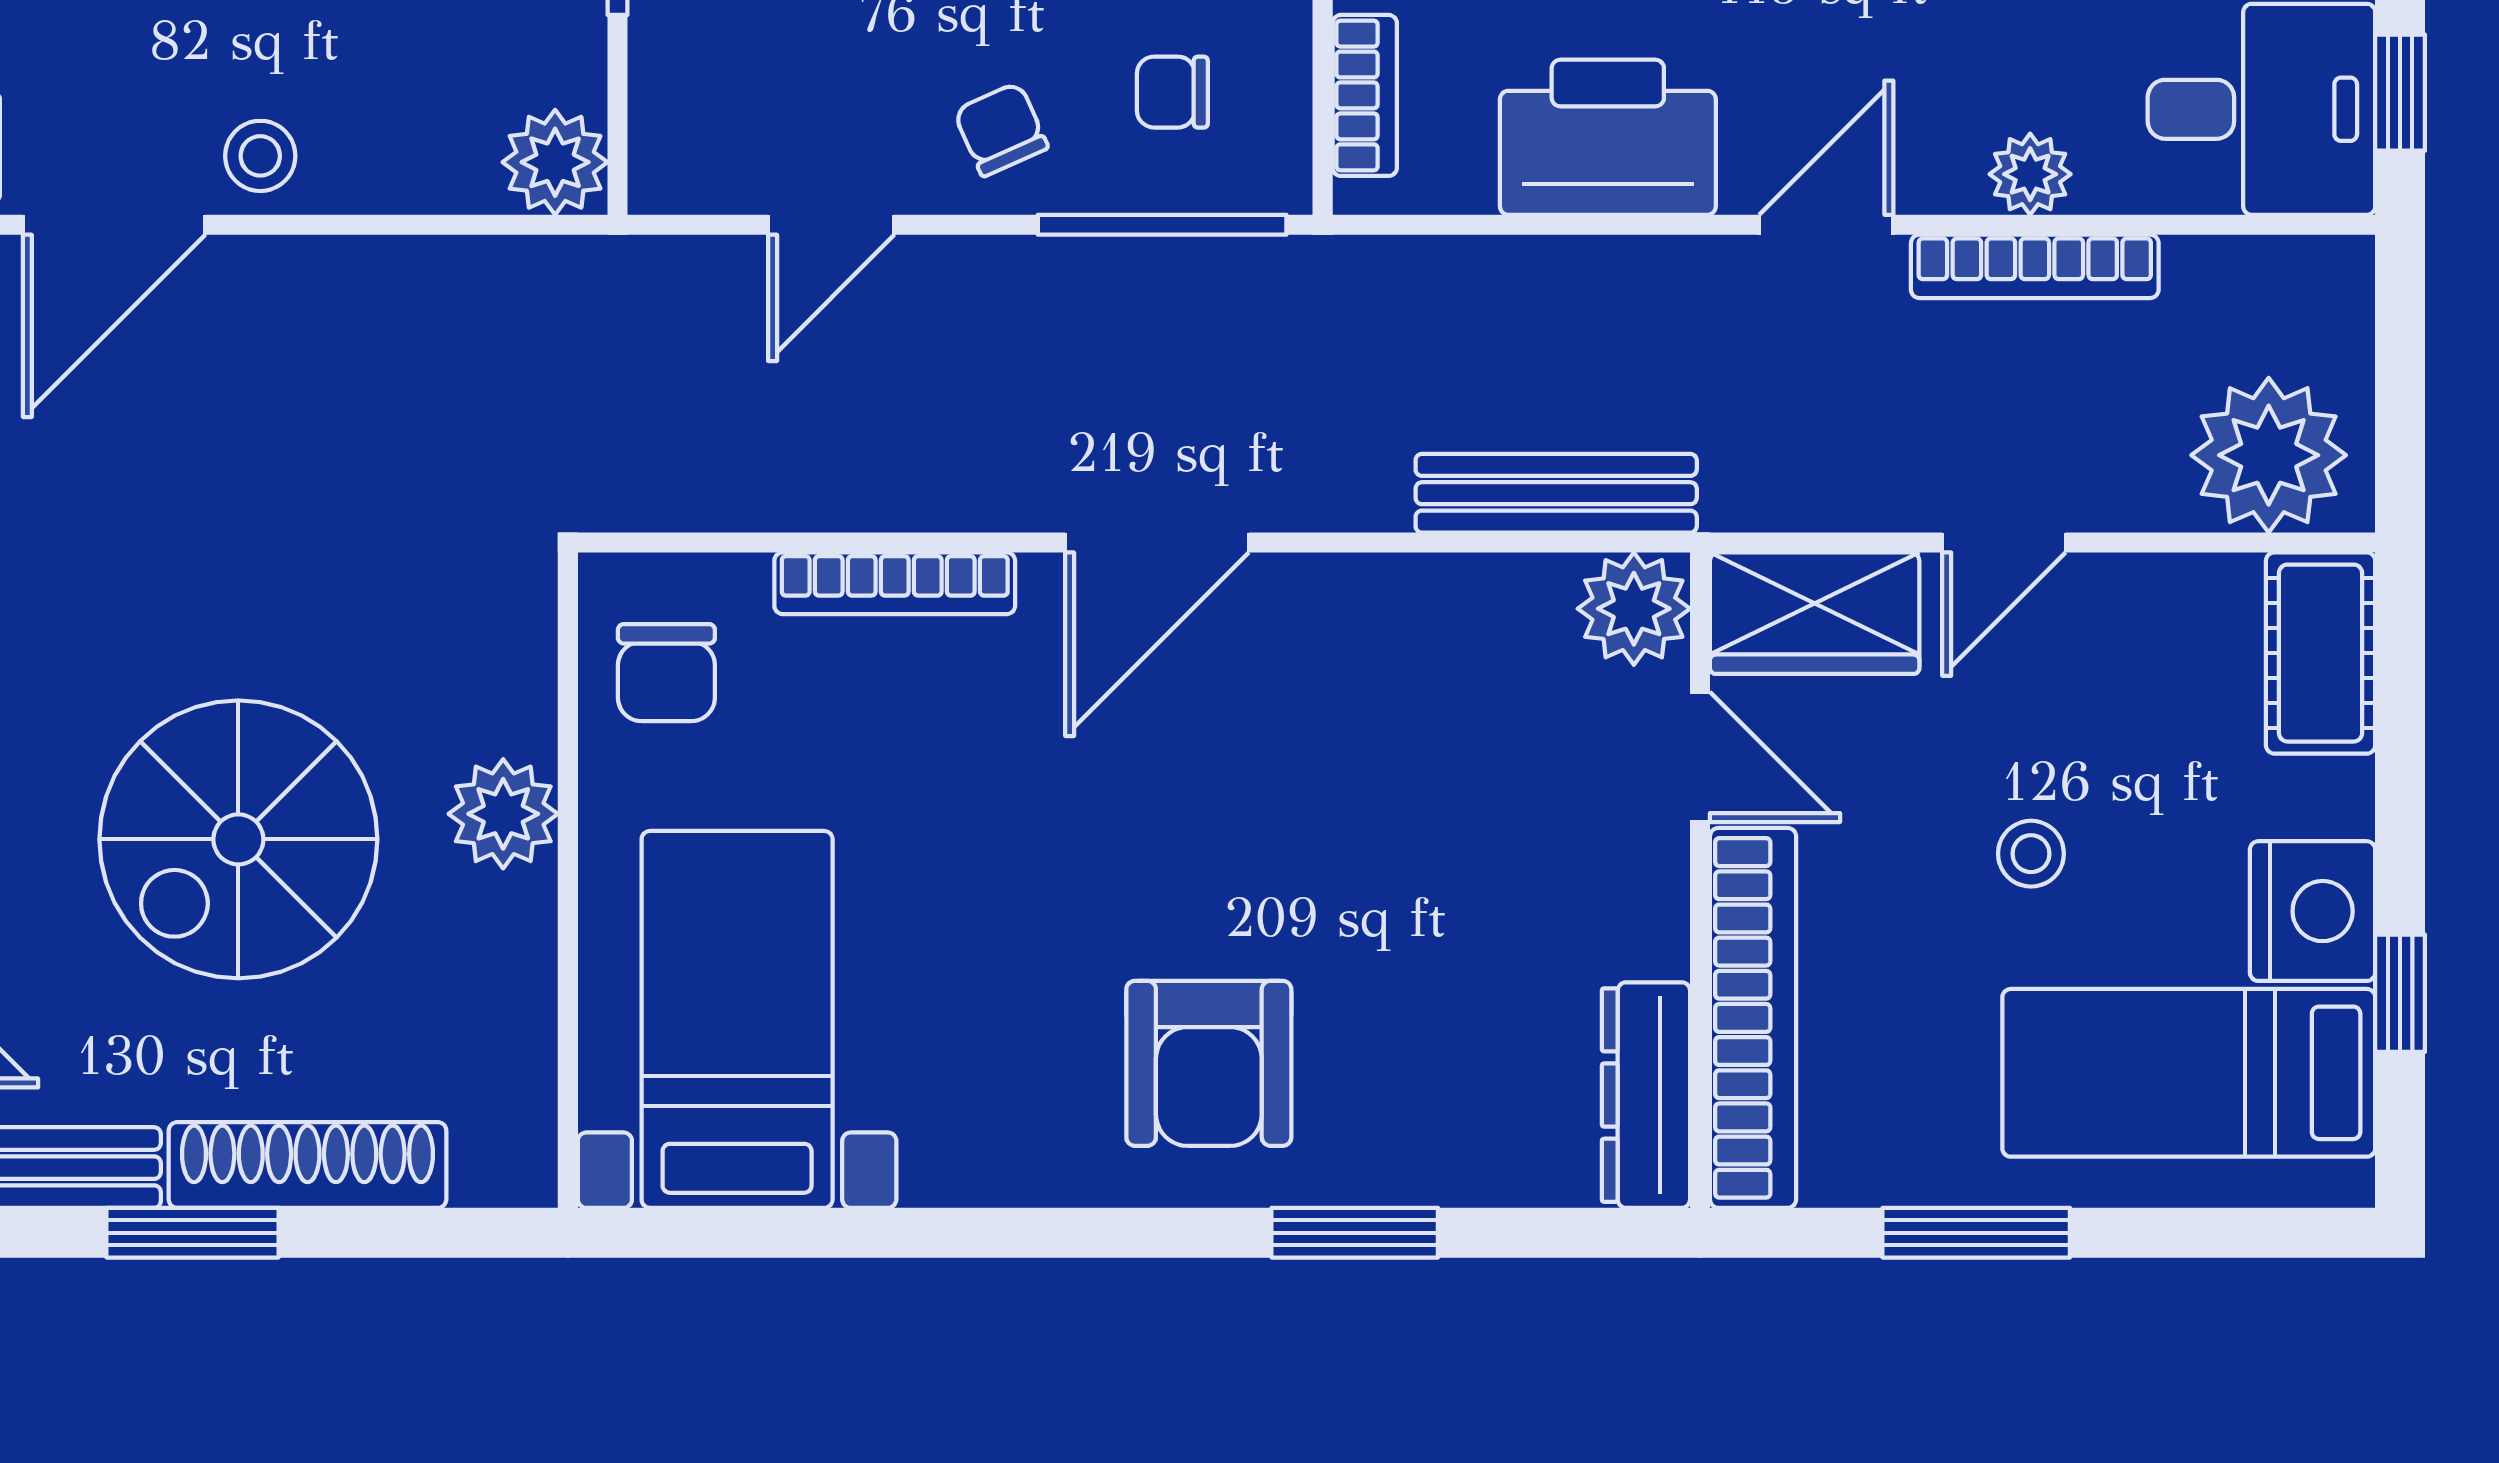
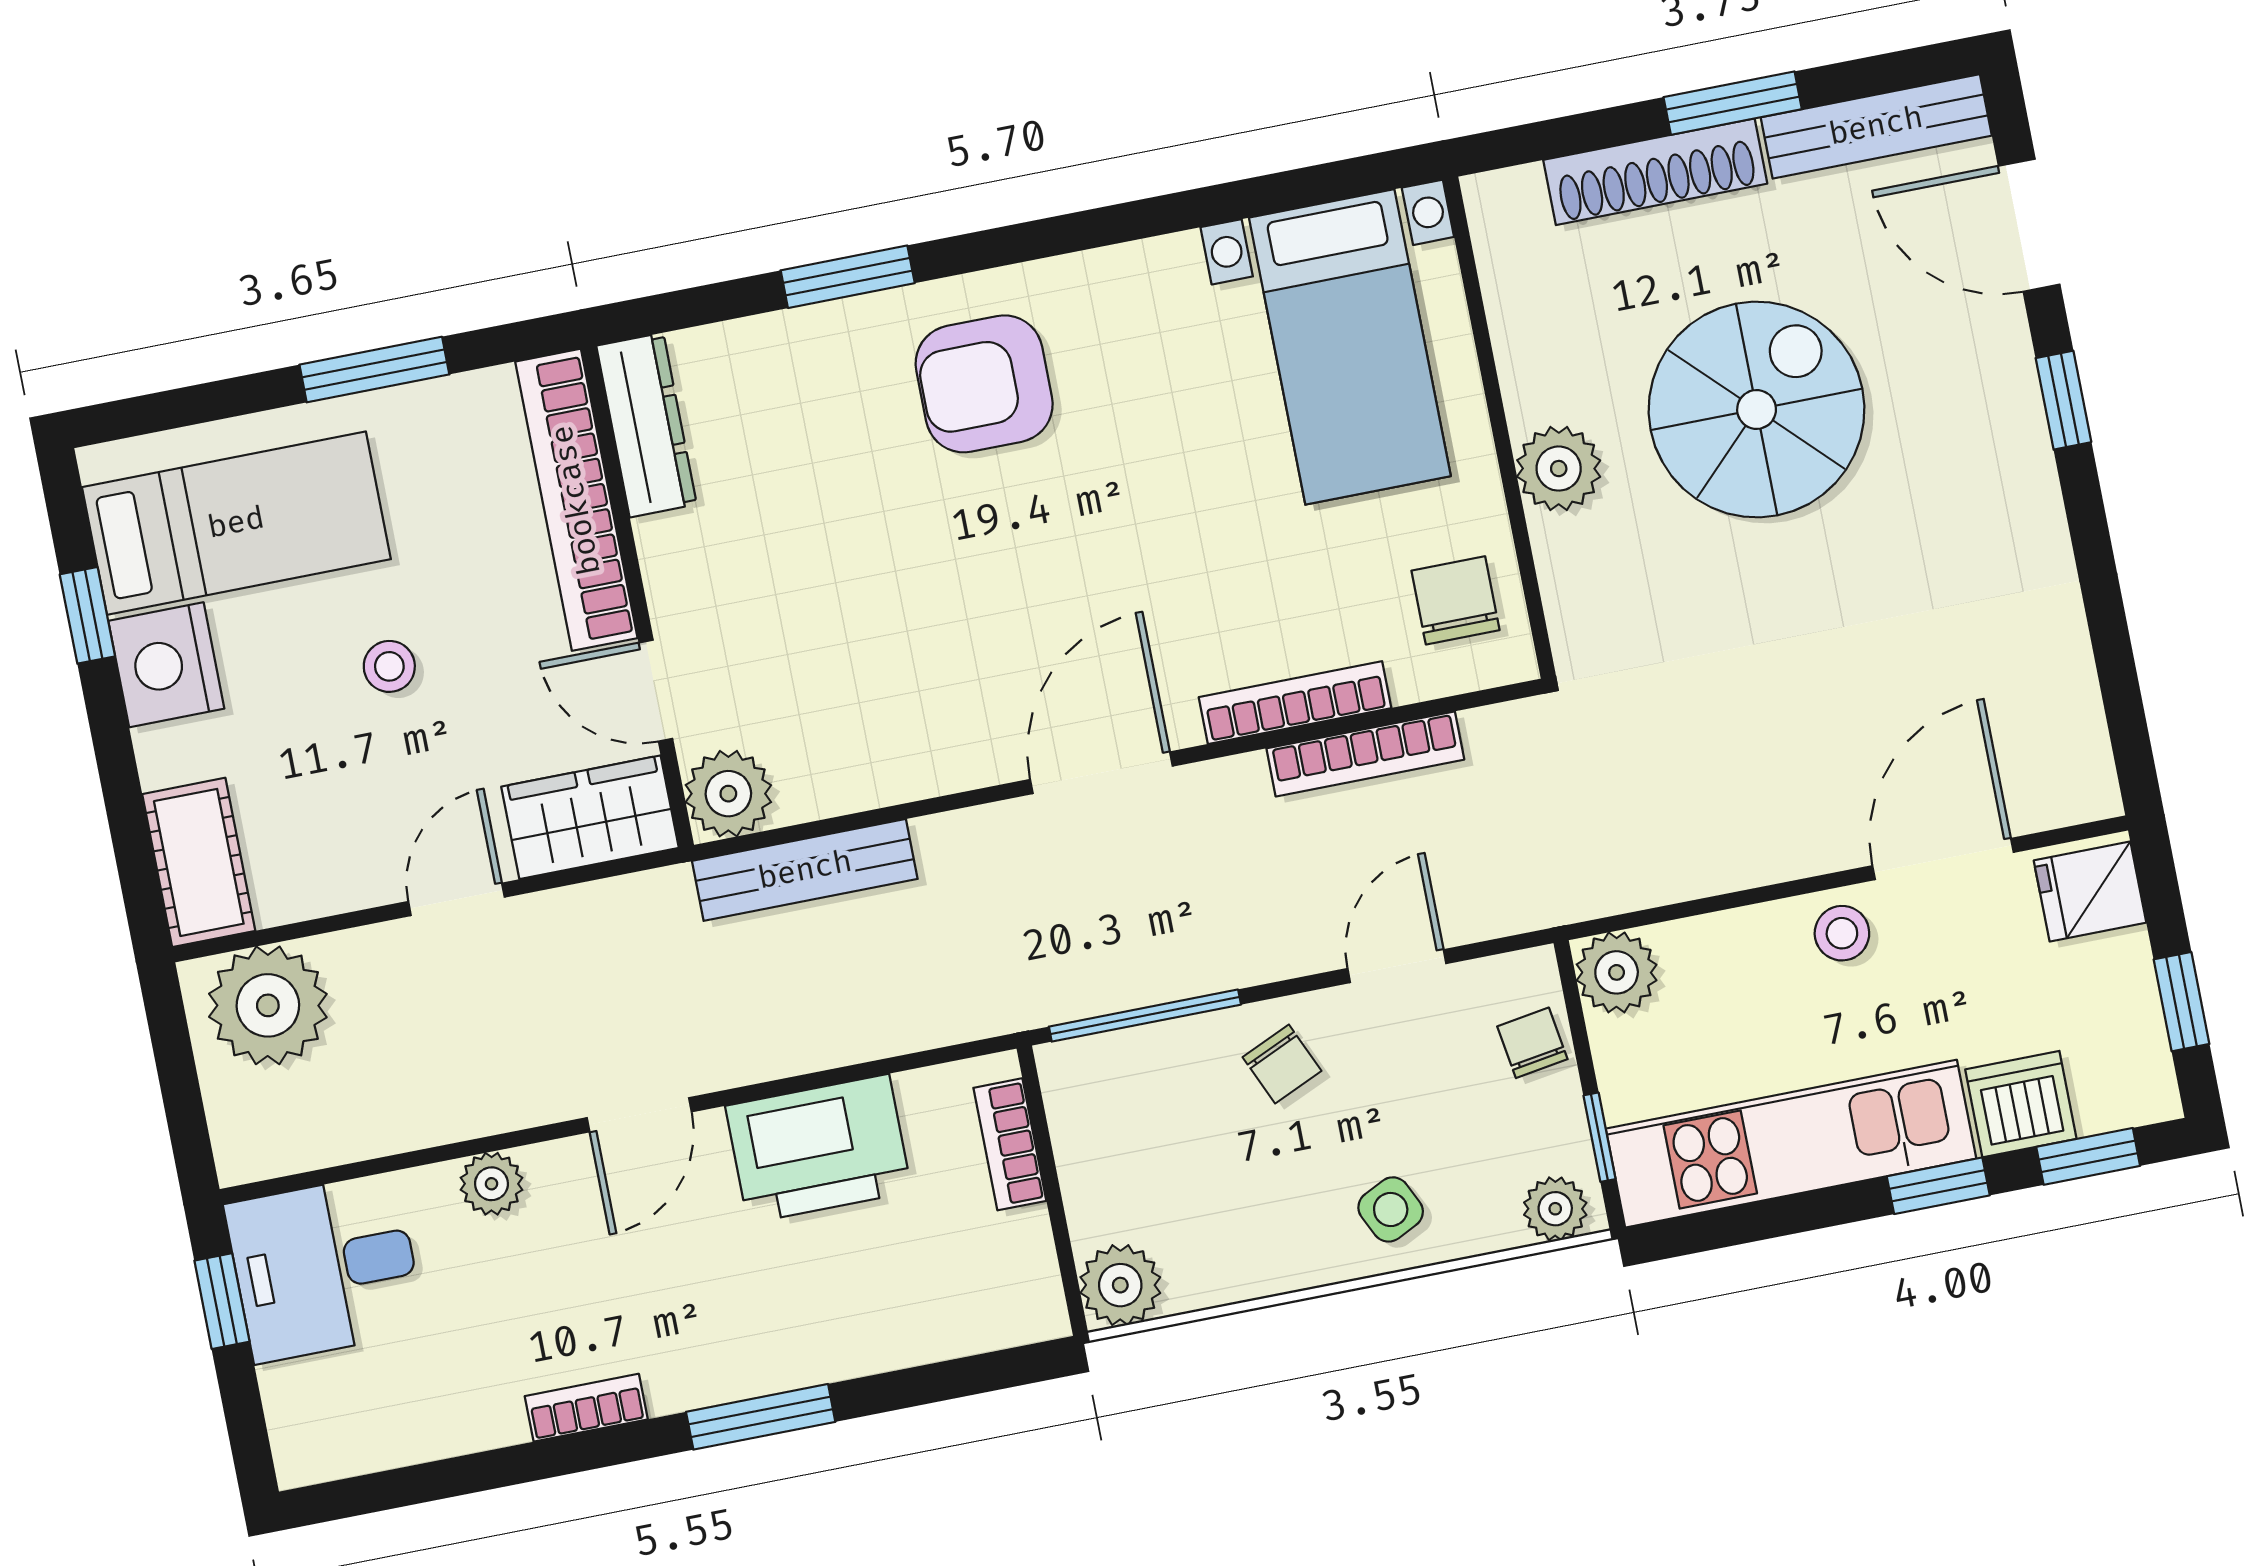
chair: (1172, 92) -> (1532, 1043), moved, turned -99
bookcase: (2035, 266) -> (1365, 754), moved, turned 180
armchair: (1209, 1063) -> (984, 384), turned -90

